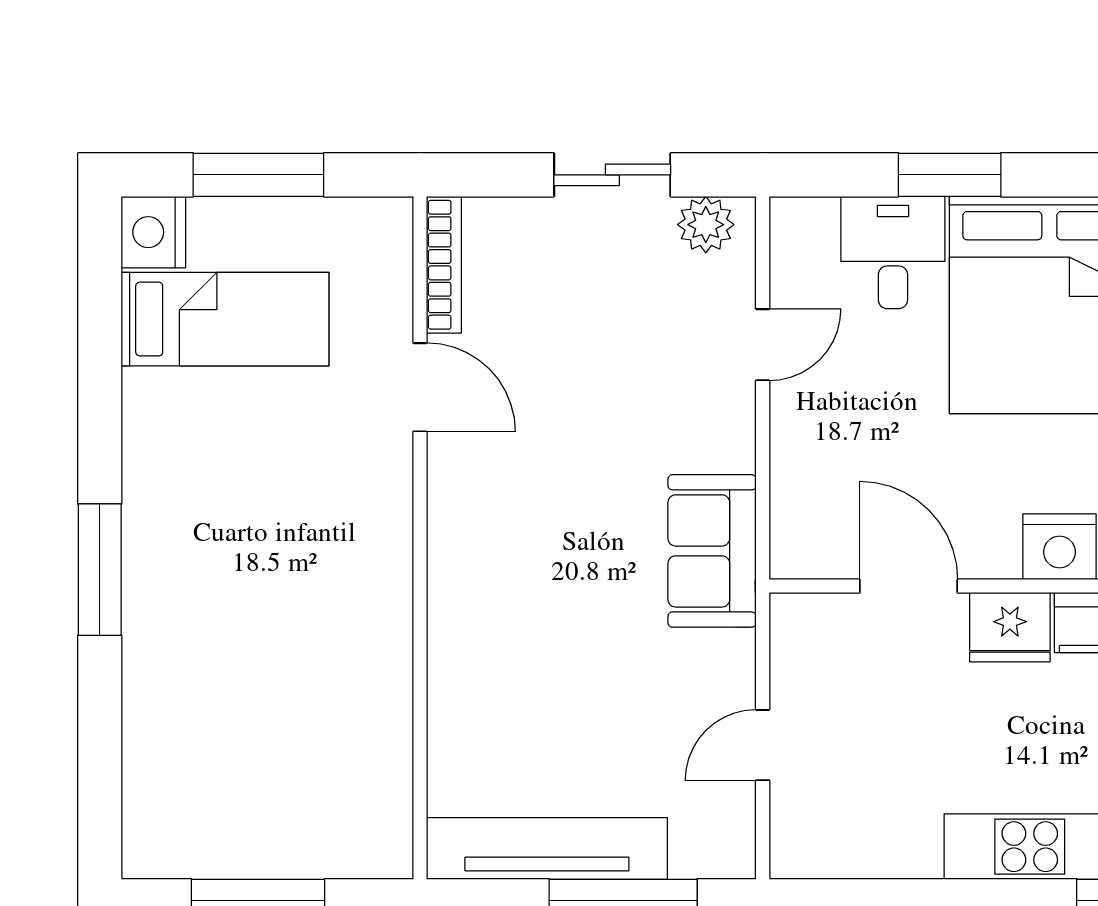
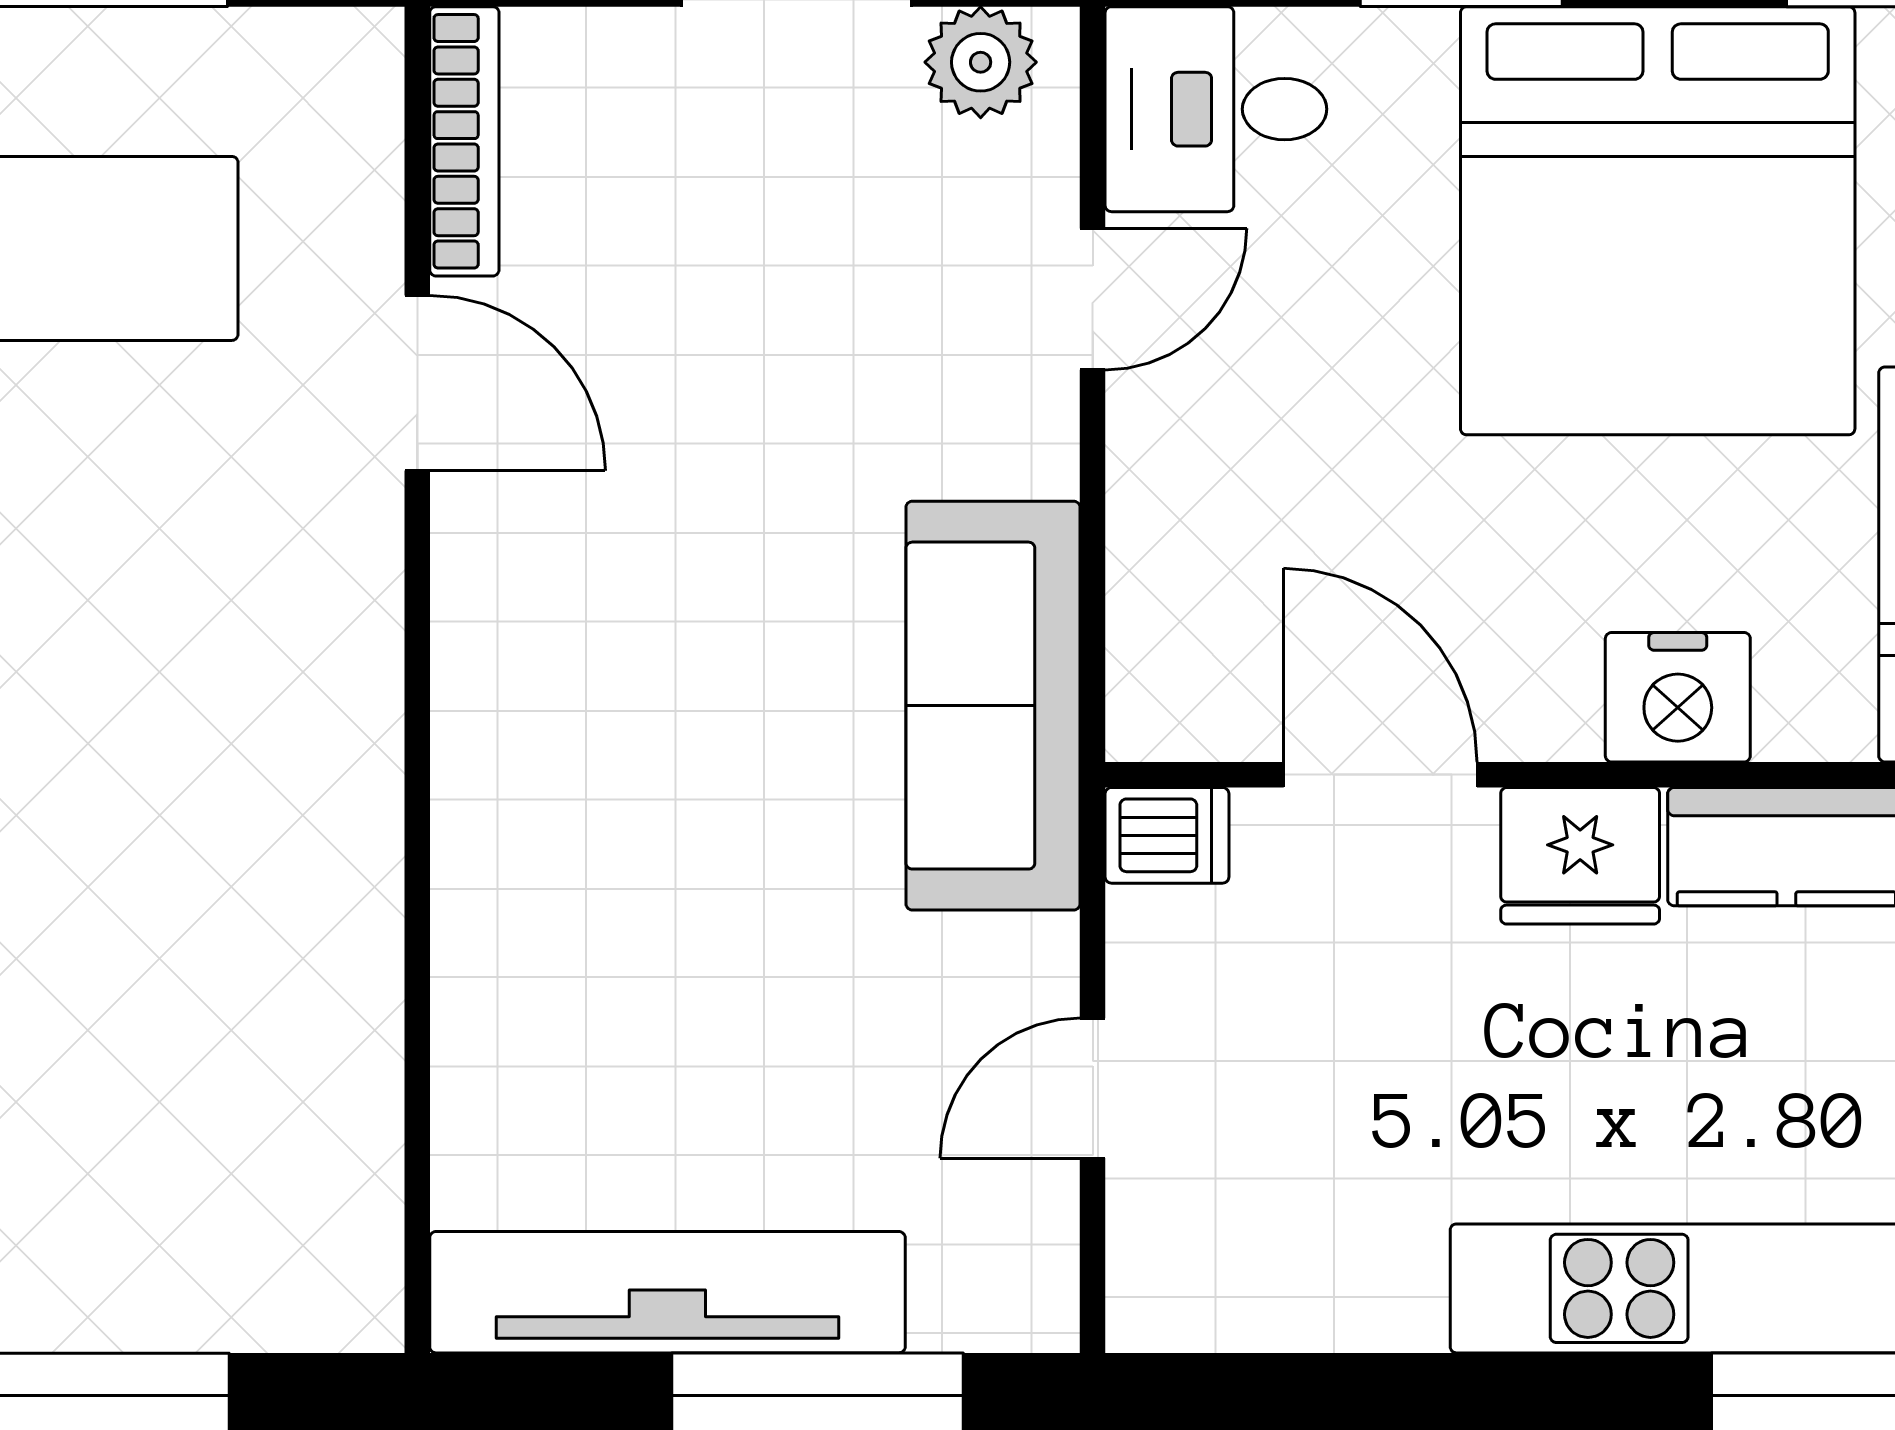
desk: (893, 252) -> (1216, 109), moved, turned -90
sofa: (712, 551) -> (993, 706), width x1.36
dishwasher: (800, 617) -> (1167, 835), added

